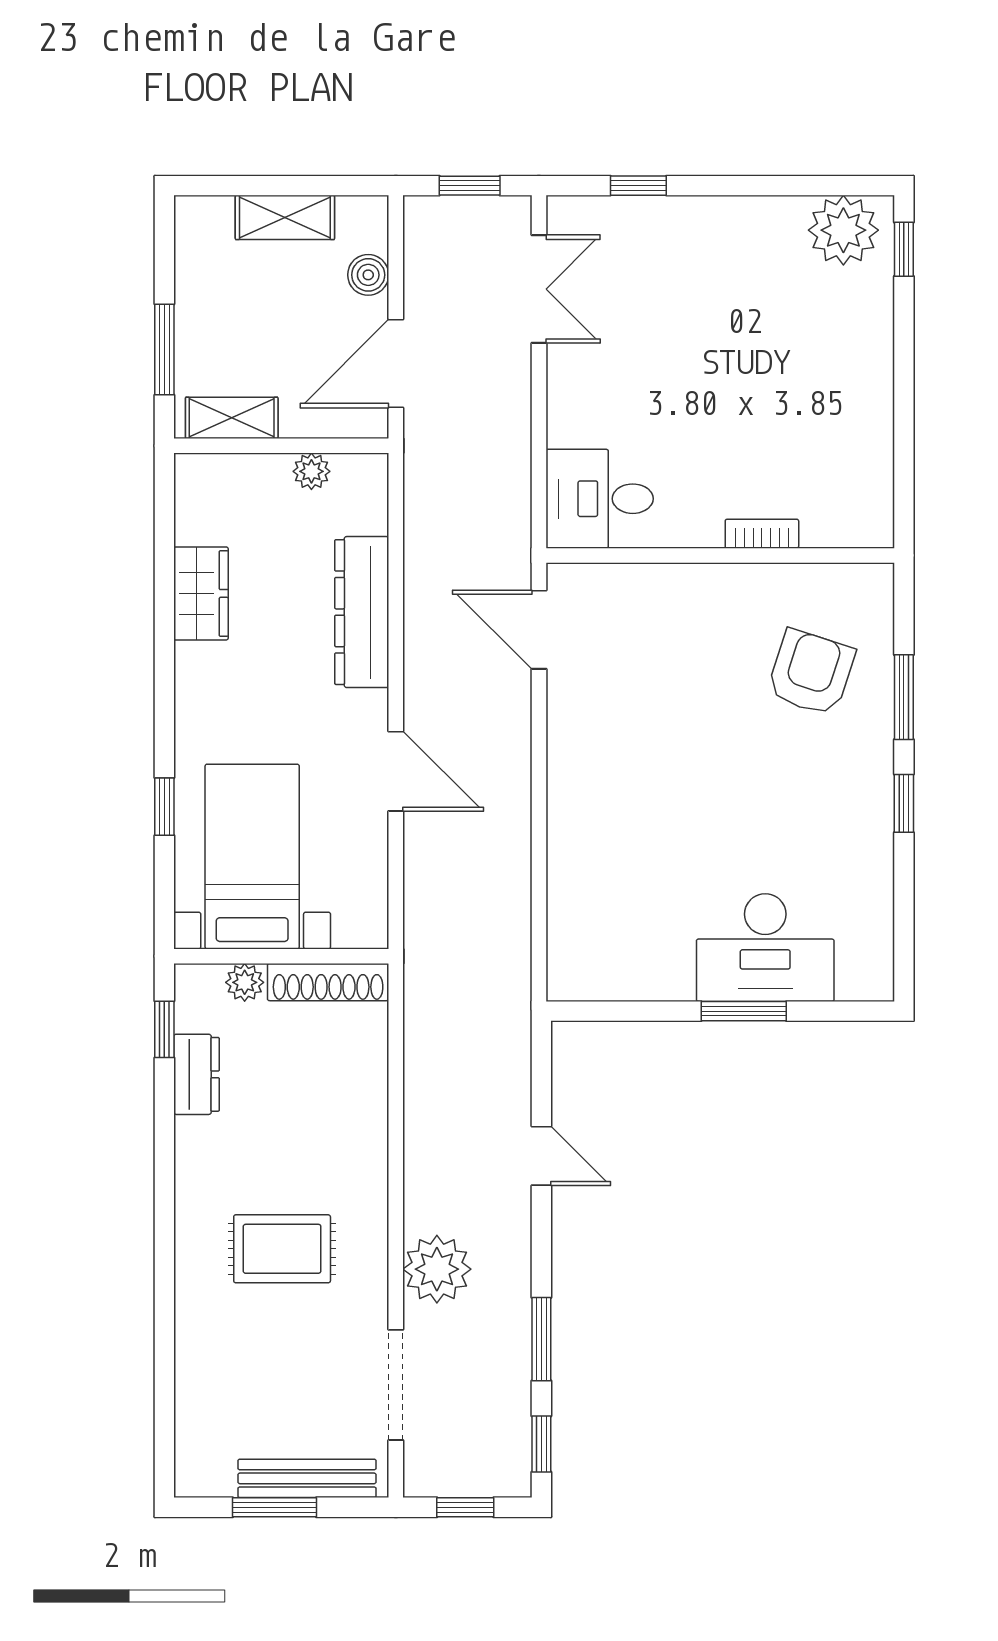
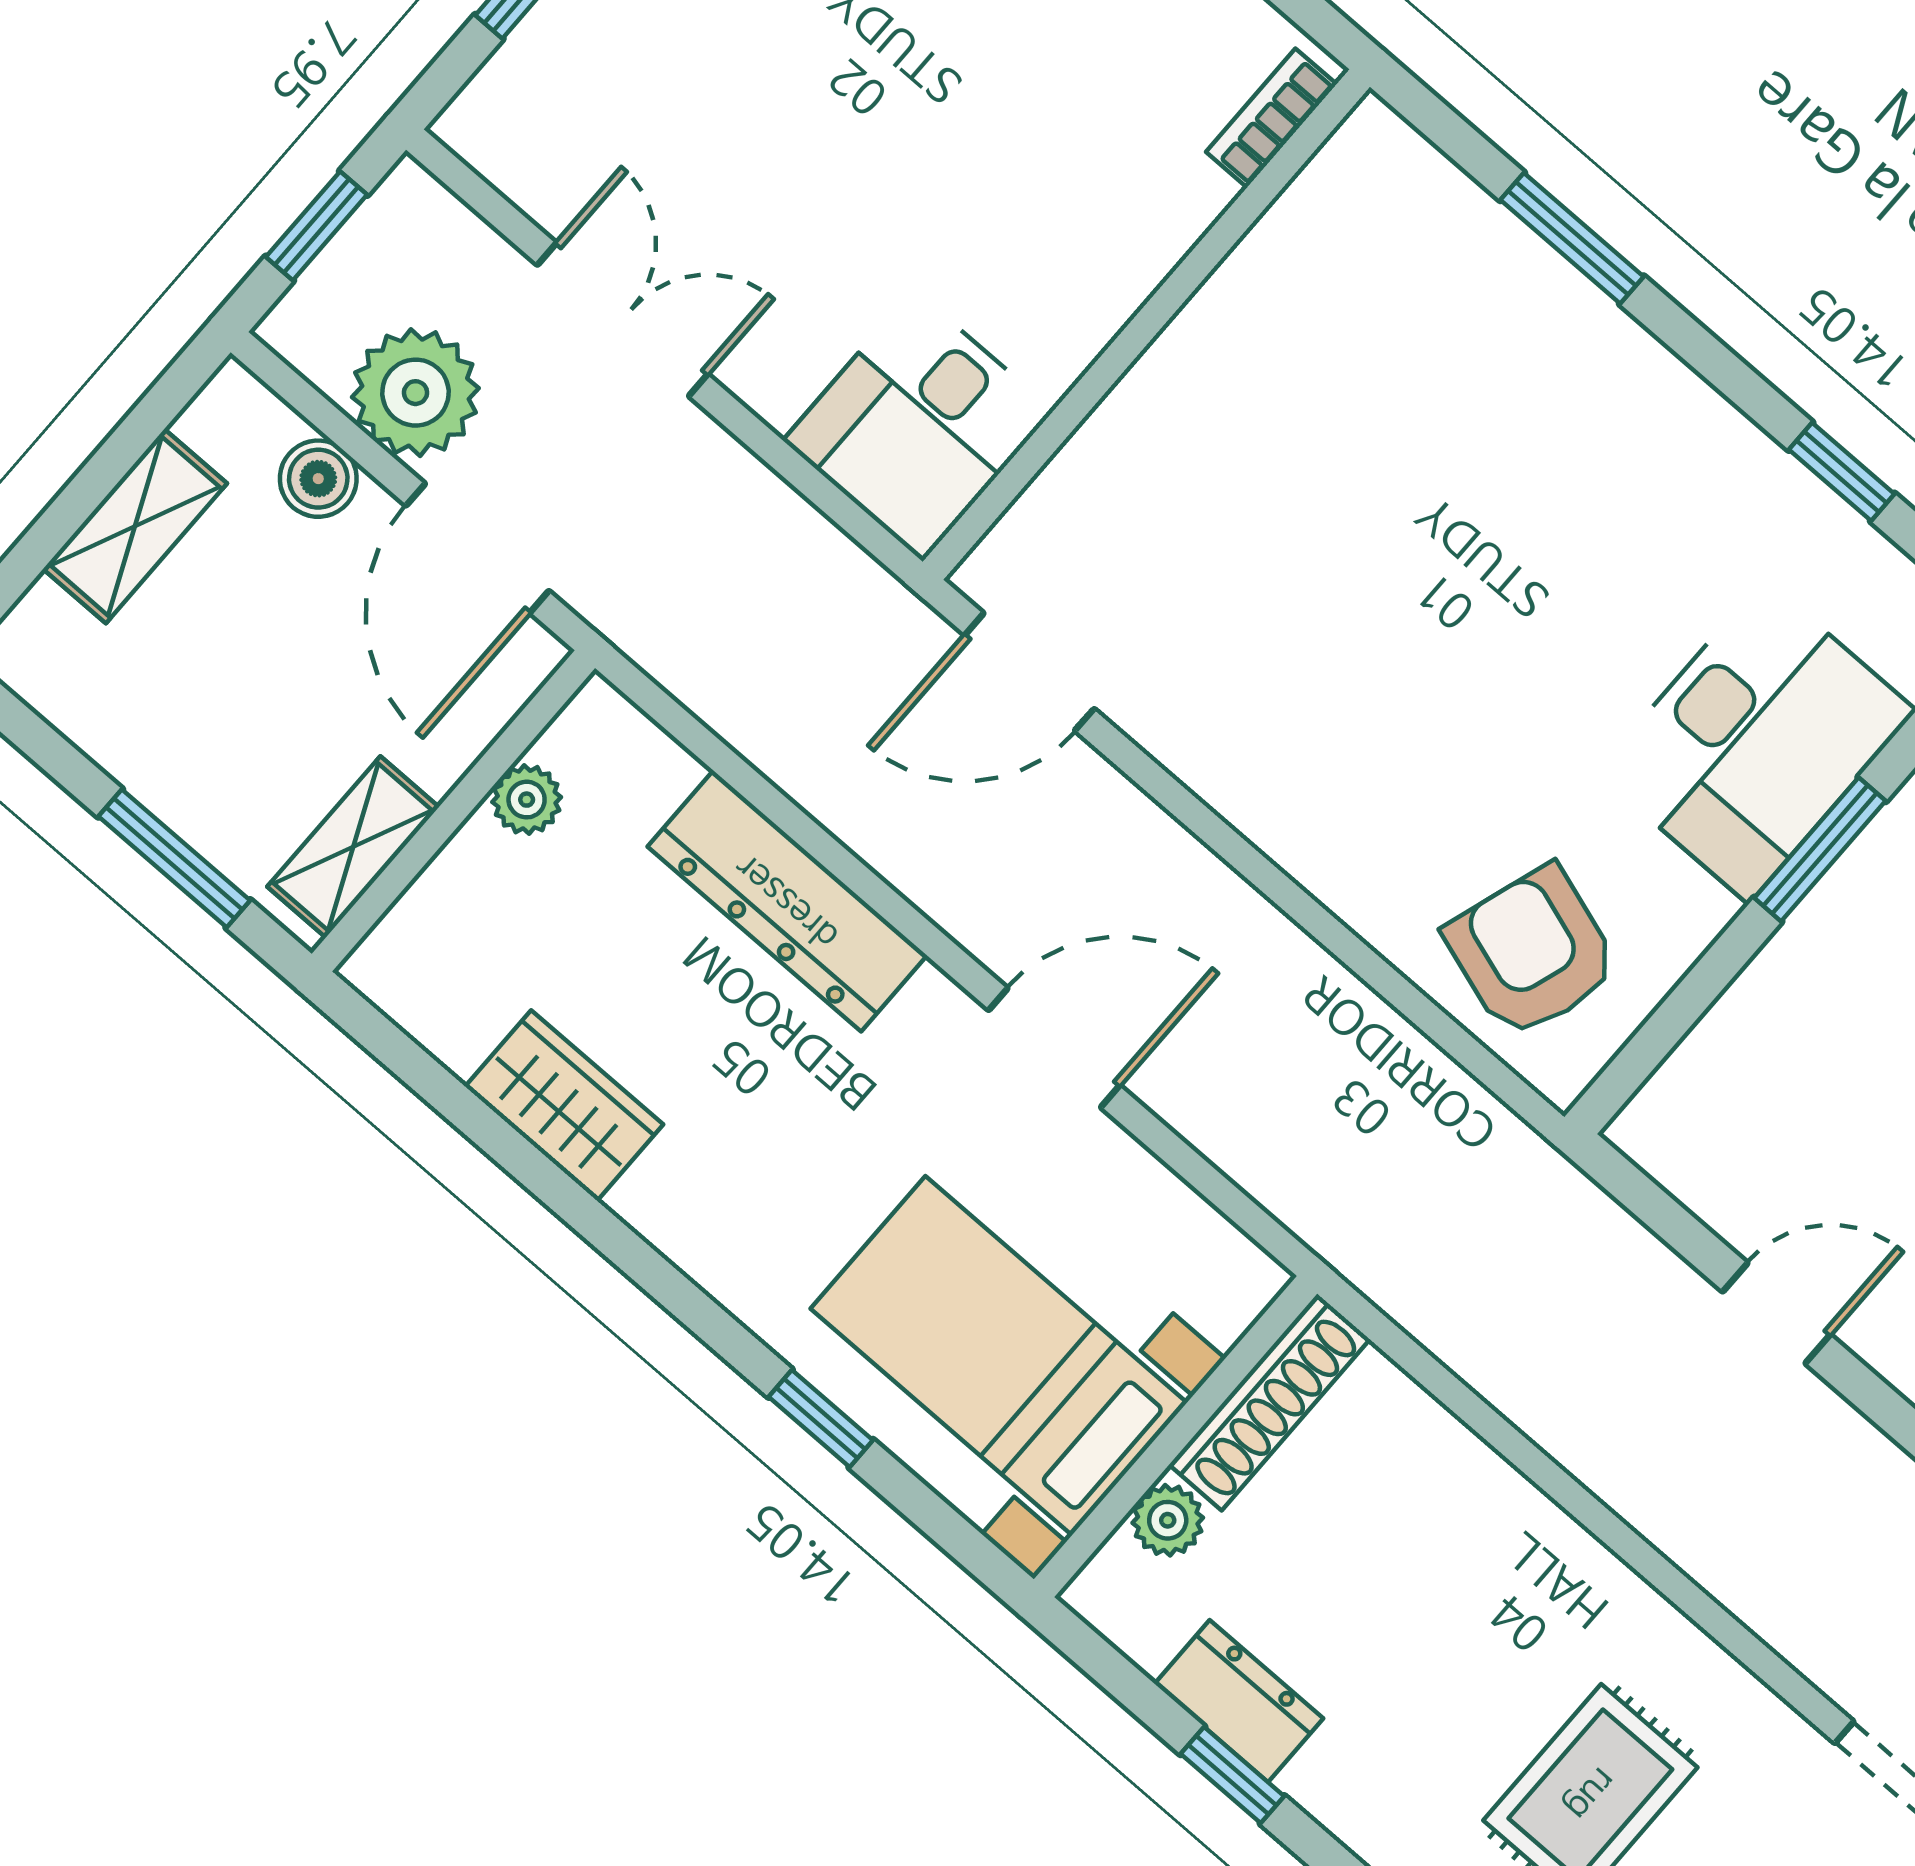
double door: (539, 289) -> (623, 320), moved
bookcase: (762, 534) -> (1271, 118), moved
armchair: (811, 673) -> (1532, 952), moved
window: (904, 803) -> (1842, 472), moved
window: (164, 1029) -> (1232, 1775), moved
plant: (437, 1269) -> (415, 393), moved

